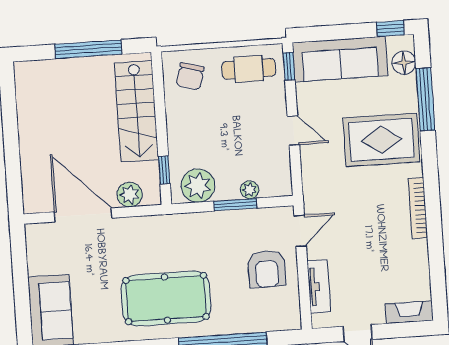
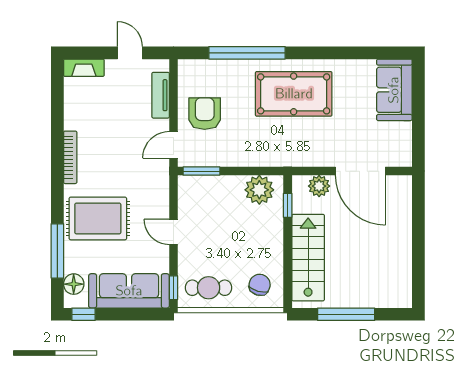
plant: (250, 190) -> (215, 183), removed
window: (235, 205) -> (201, 171), moved

